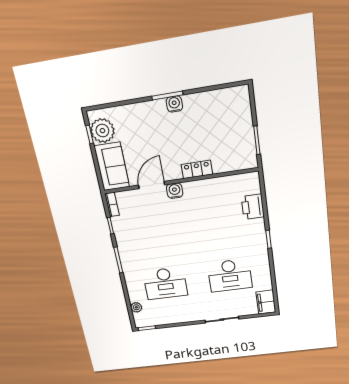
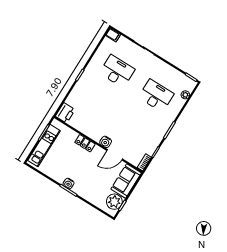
kitchen unit: (244, 125) -> (44, 146), added
printer: (253, 207) -> (65, 113), moved
filing cabinet: (266, 302) -> (113, 35), width x0.50

